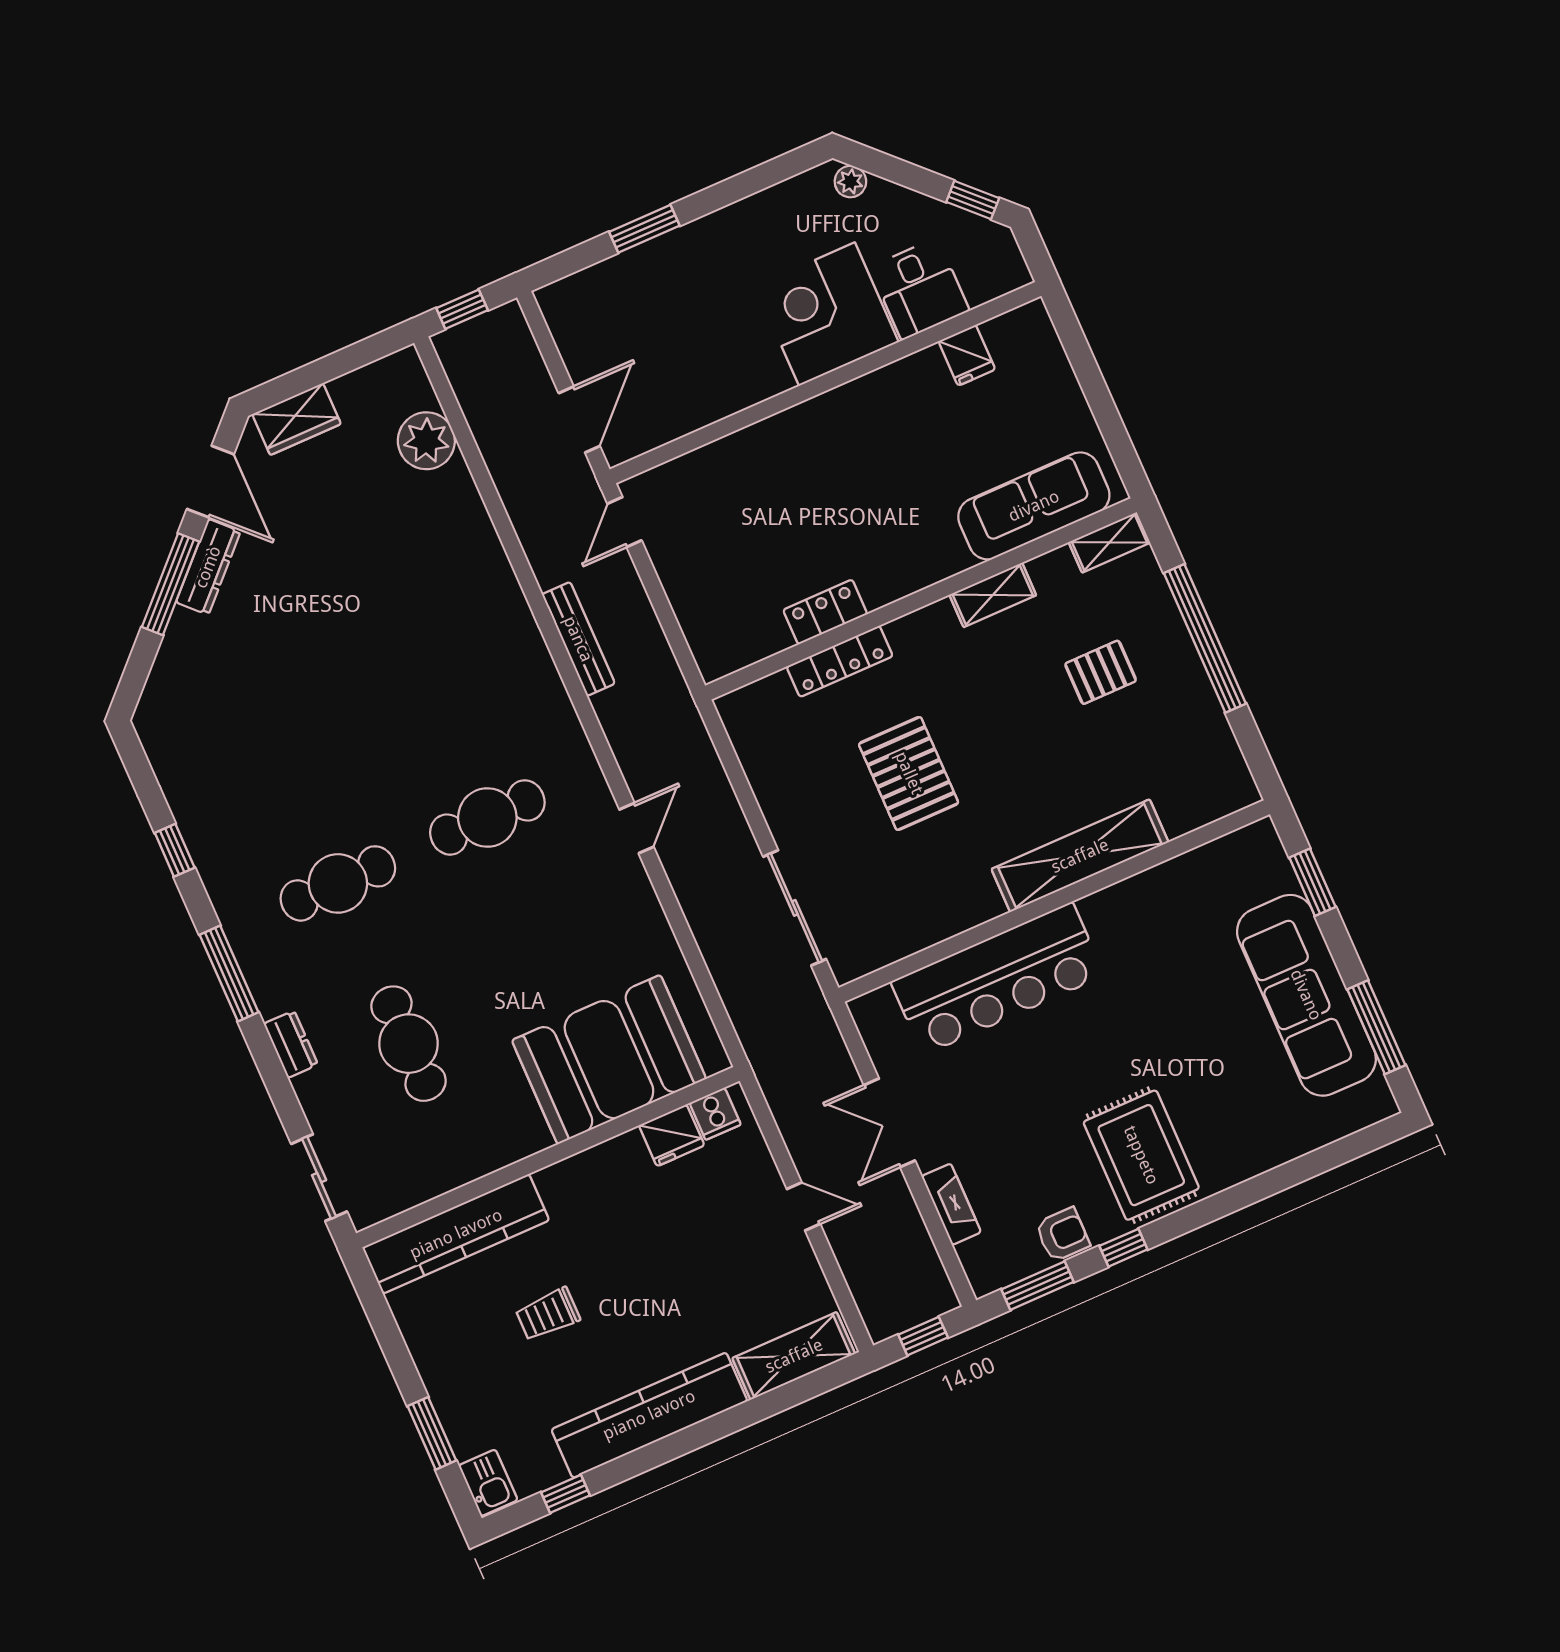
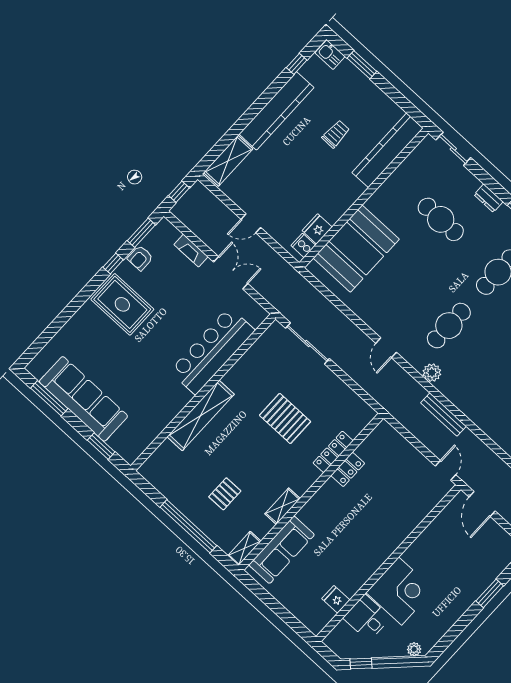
plant: (565, 736) -> (432, 373), added

